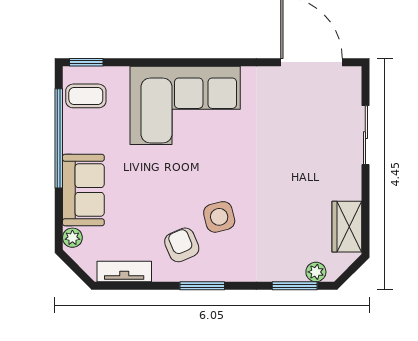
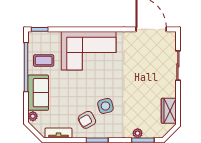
coffee table: (86, 96) -> (44, 61), moved
armchair: (182, 245) -> (87, 120), turned -96
plant: (316, 272) -> (138, 133), moved

